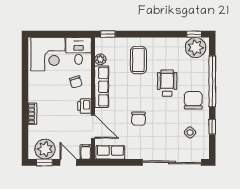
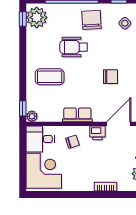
plant: (100, 59) -> (32, 116), moved
row of seats: (102, 87) -> (77, 115), width x0.68
chair: (193, 100) -> (92, 20), turned 87

